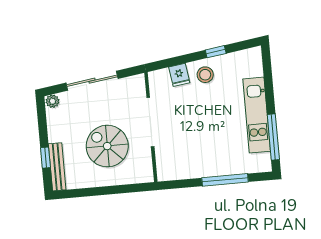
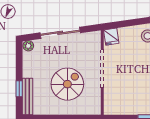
fridge: (179, 75) -> (111, 37), moved
spiral stairs: (107, 146) -> (67, 84), turned 90

